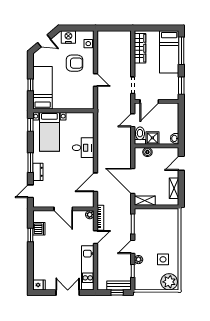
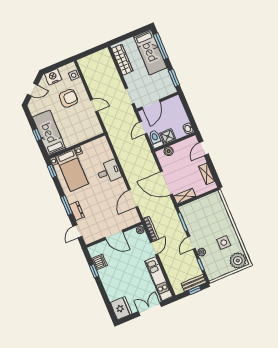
fridge: (39, 285) -> (121, 308), width x1.88, depth x1.34

